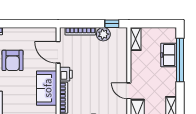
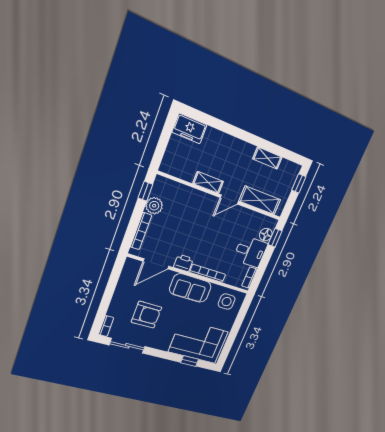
shelving: (136, 39) -> (208, 182), moved
freezer: (169, 55) -> (189, 129), moved
window: (180, 60) -> (219, 125), removed

